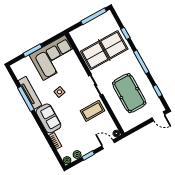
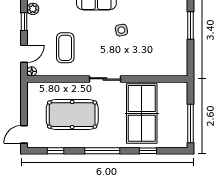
corner sofa: (54, 58) -> (167, 47), removed
coffee table: (93, 111) -> (65, 48), moved

